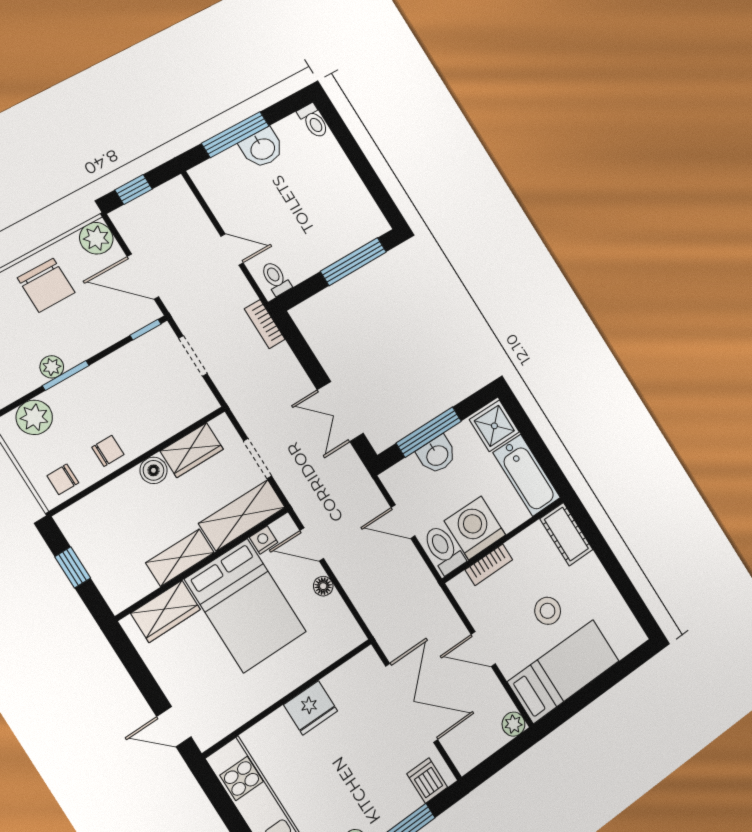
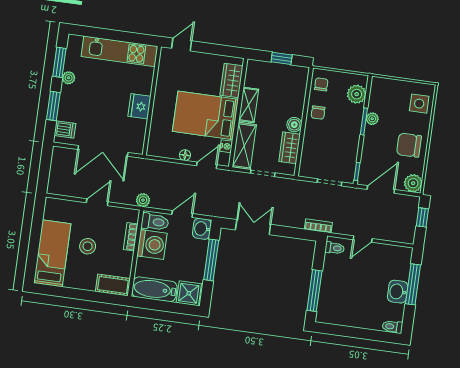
washbasin: (437, 455) -> (202, 229), moved
bed: (563, 671) -> (52, 253), moved, turned 180
plant: (513, 724) -> (143, 200), moved

